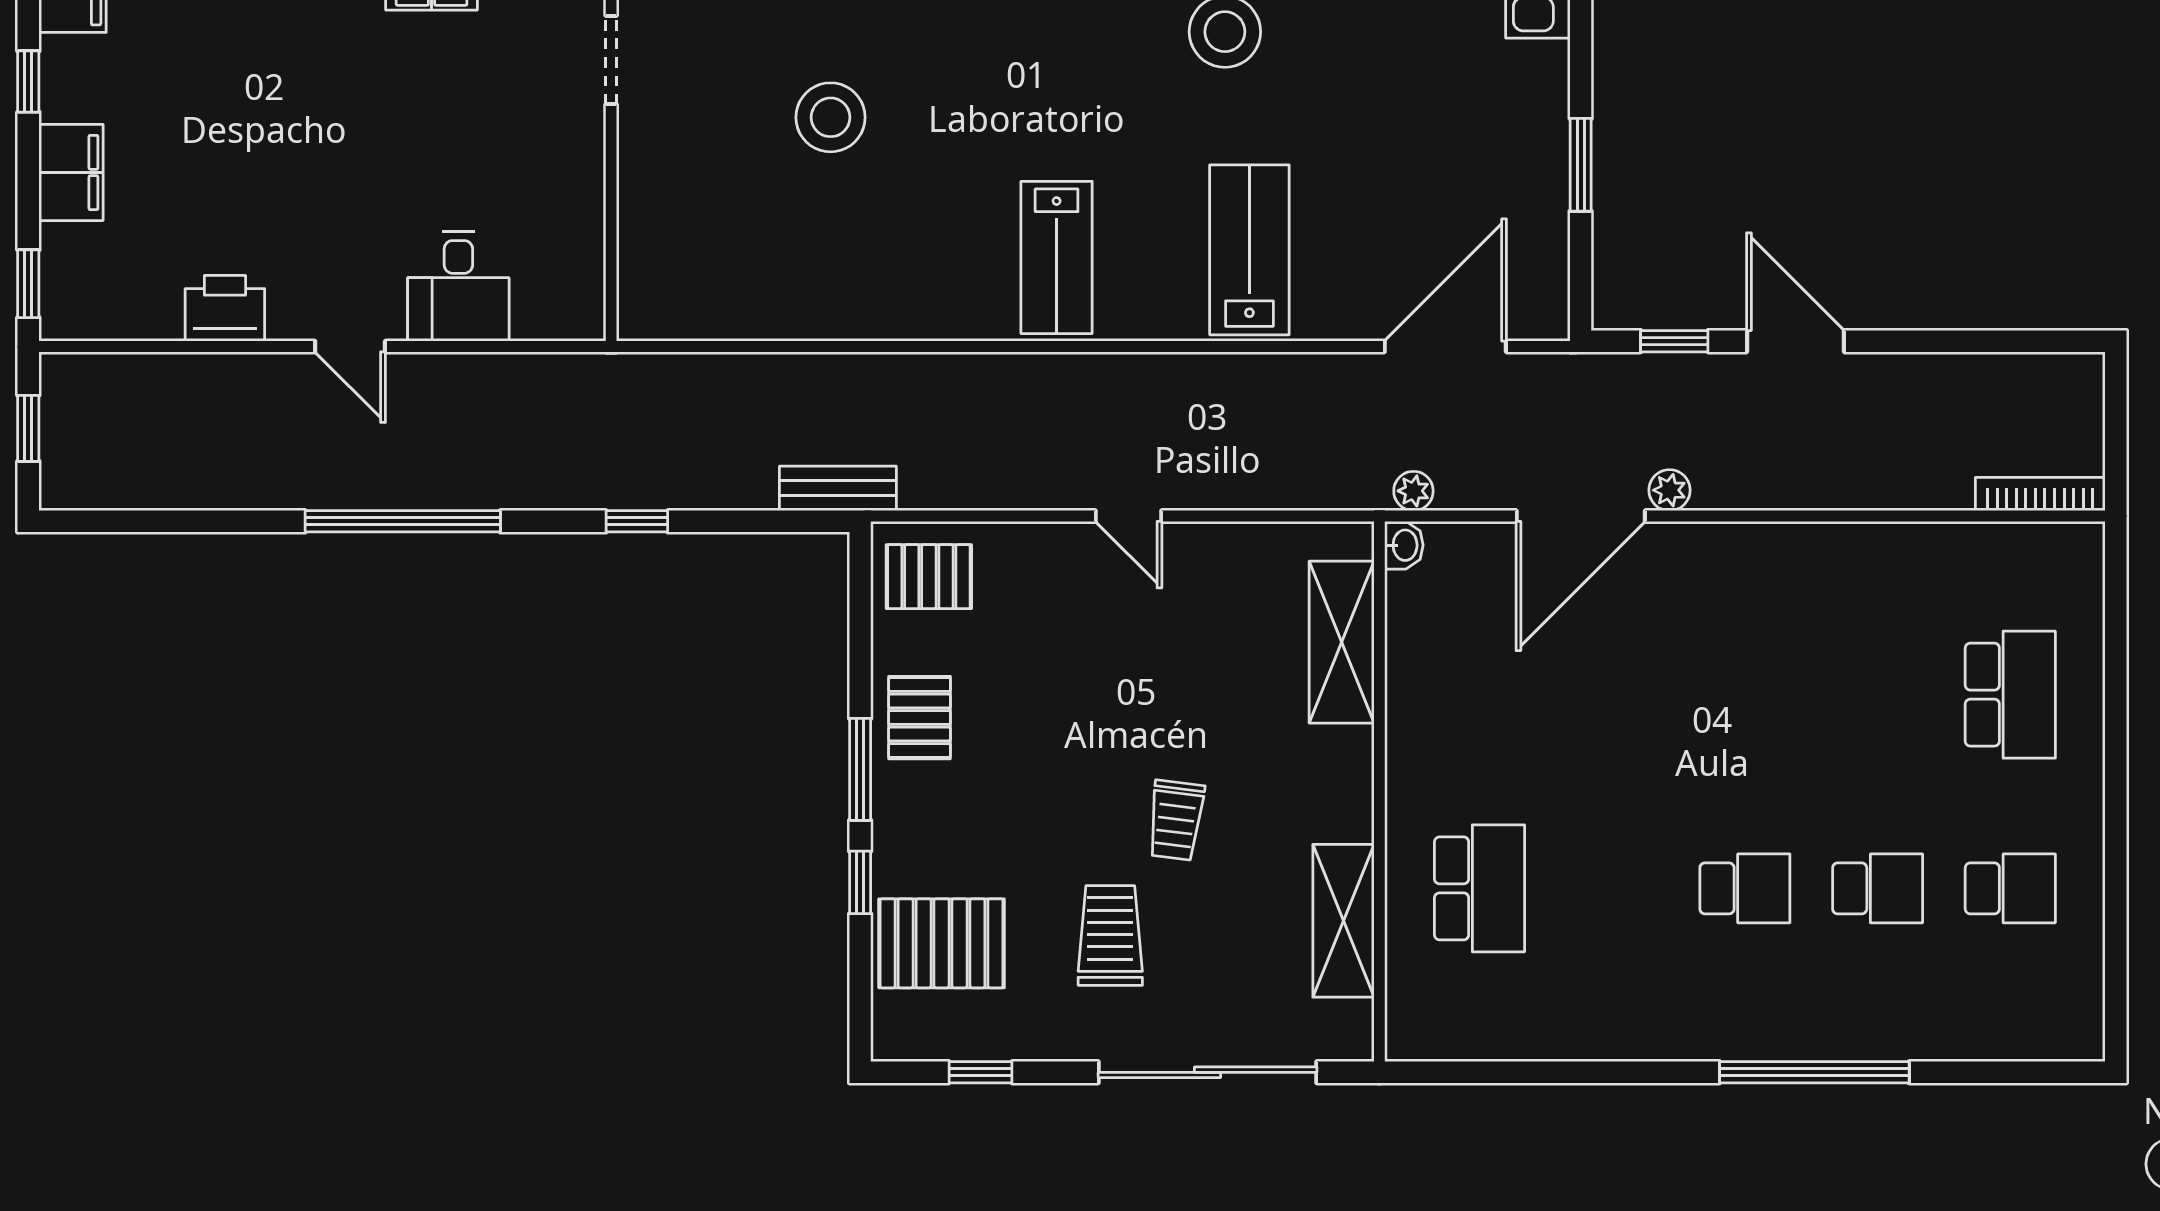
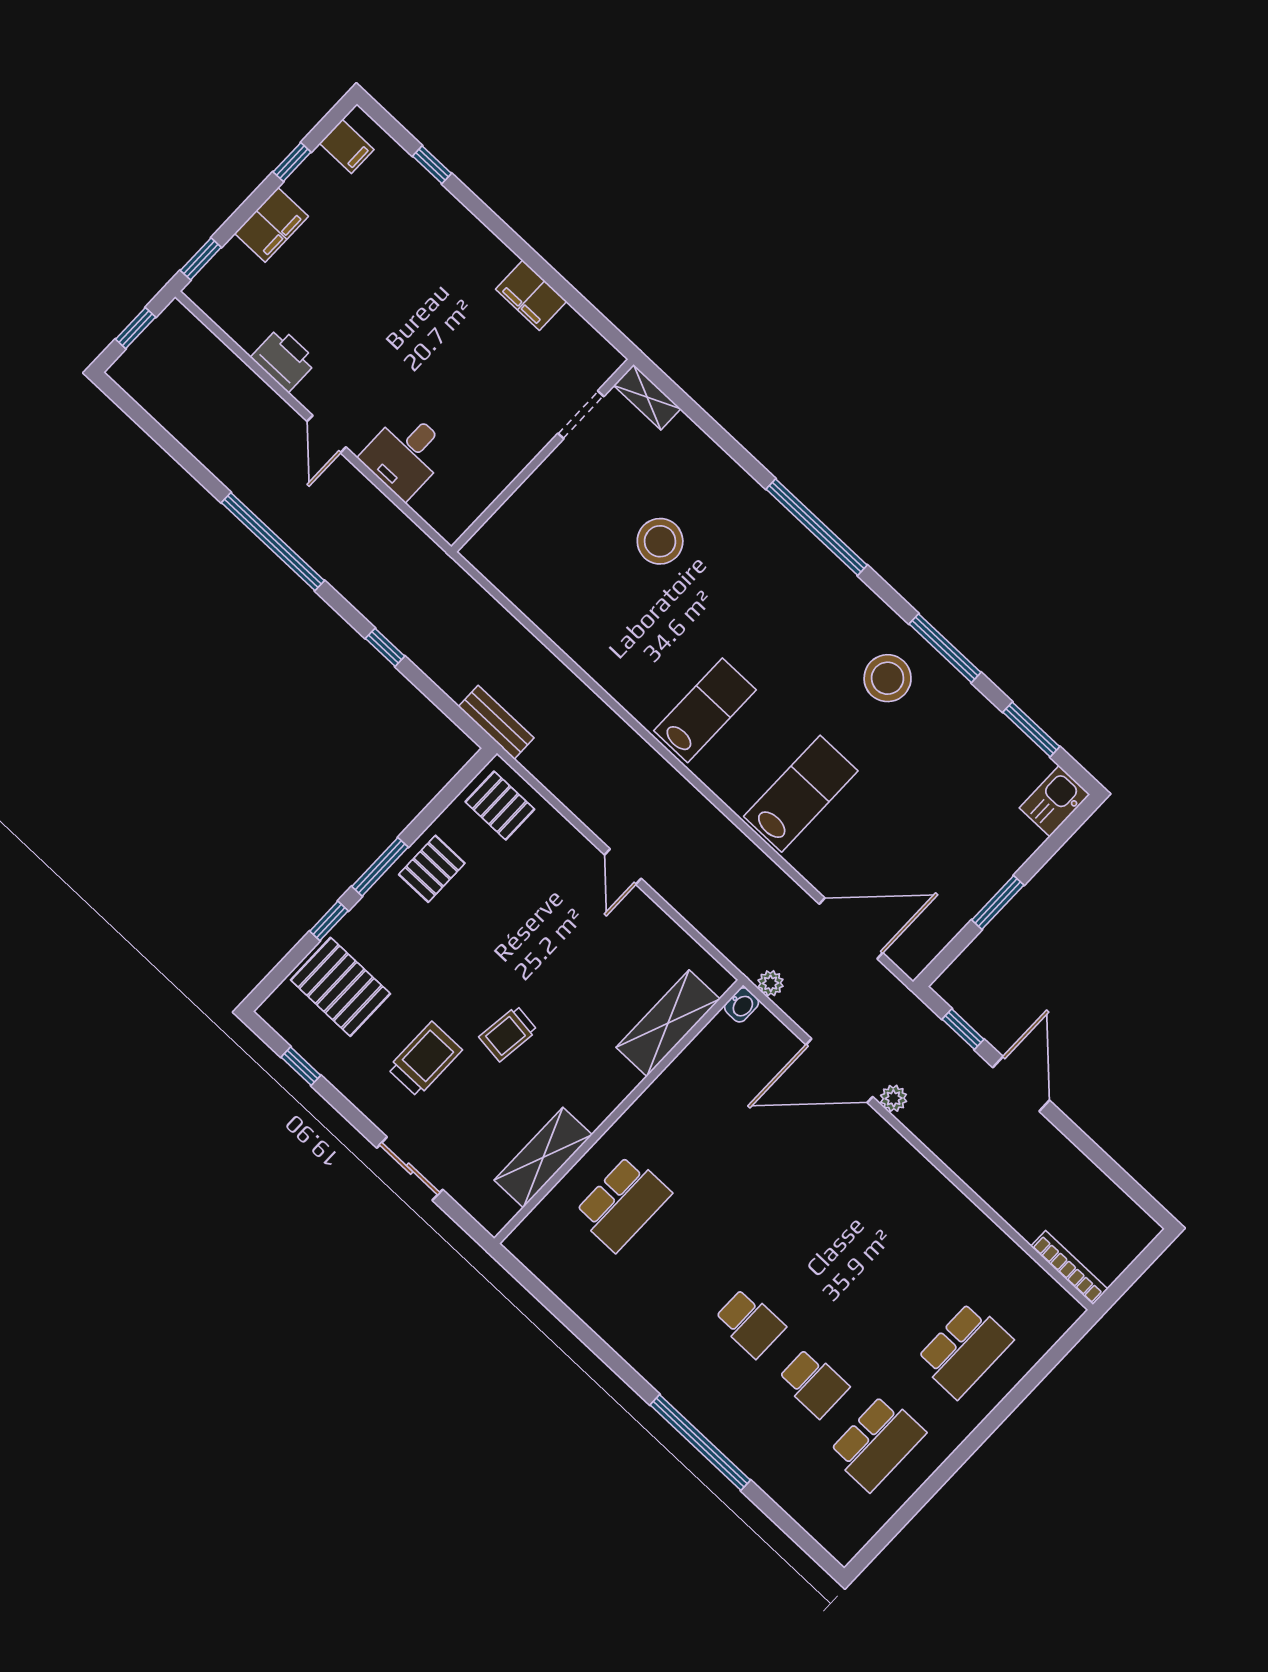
lab bench: (1057, 257) -> (705, 710), turned 180
school desk: (2010, 888) -> (877, 1443), width x1.85
sliding door: (1208, 1072) -> (410, 1169), width x0.54

